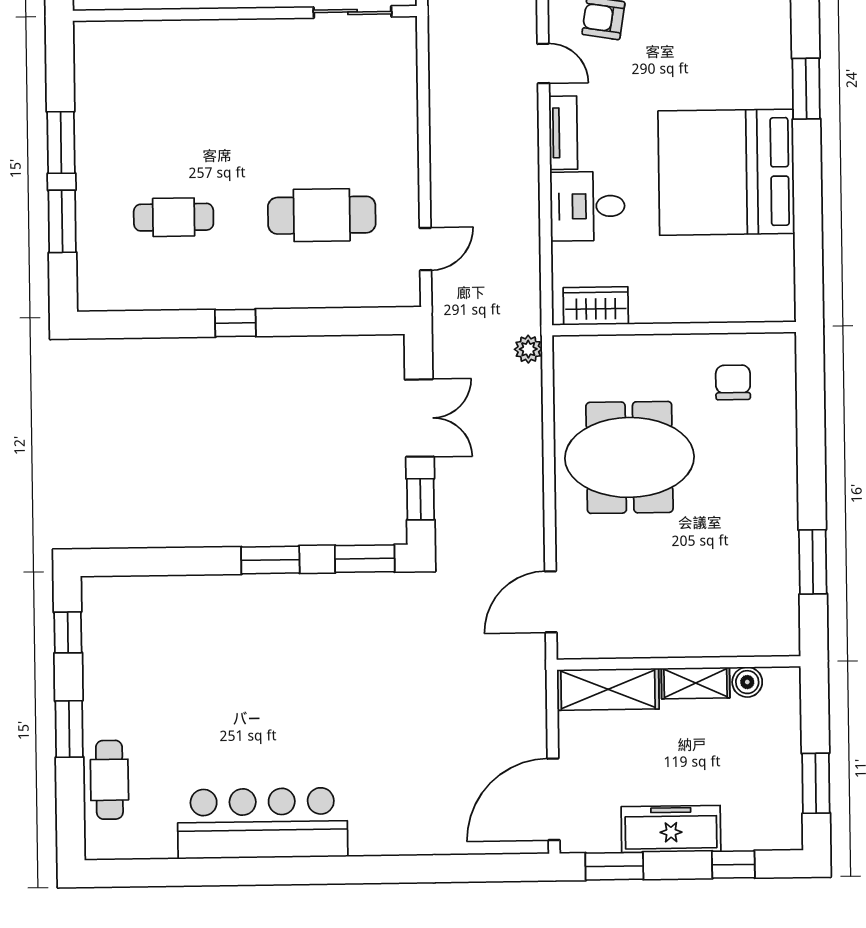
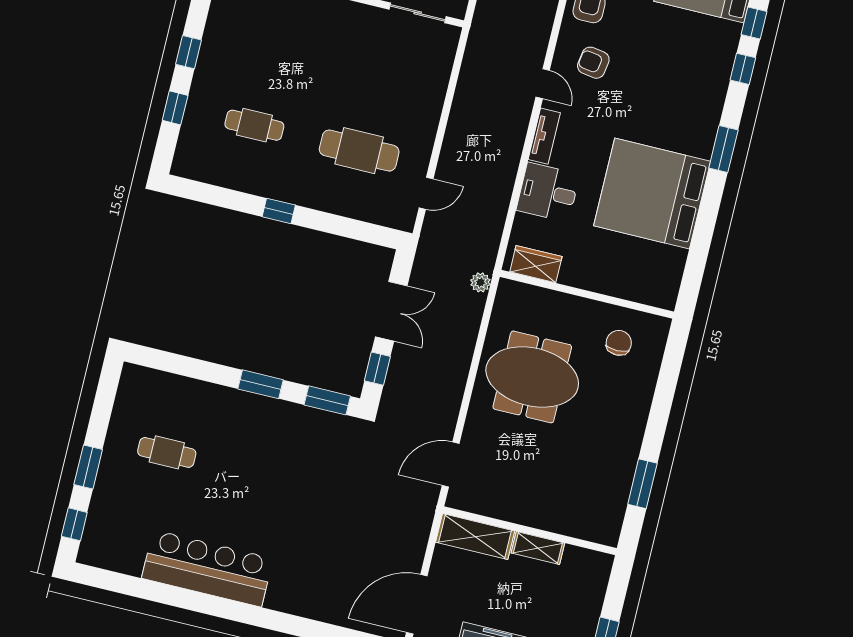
window: (61, 143) -> (189, 52), width x0.67
window: (62, 221) -> (175, 108), width x0.67
window: (68, 632) -> (74, 524), moved
boiler: (747, 682) -> (575, 557), removed
cafe table: (109, 780) -> (167, 452), moved, turned 90

